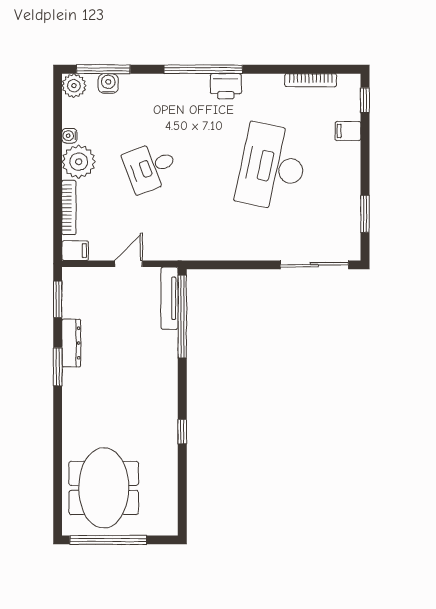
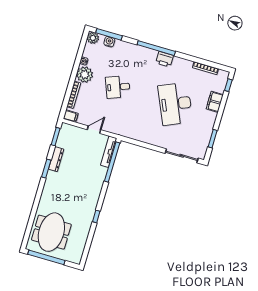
filing cabinet: (348, 131) -> (215, 102), width x2.00
desk: (272, 167) -> (175, 104), turned -36

